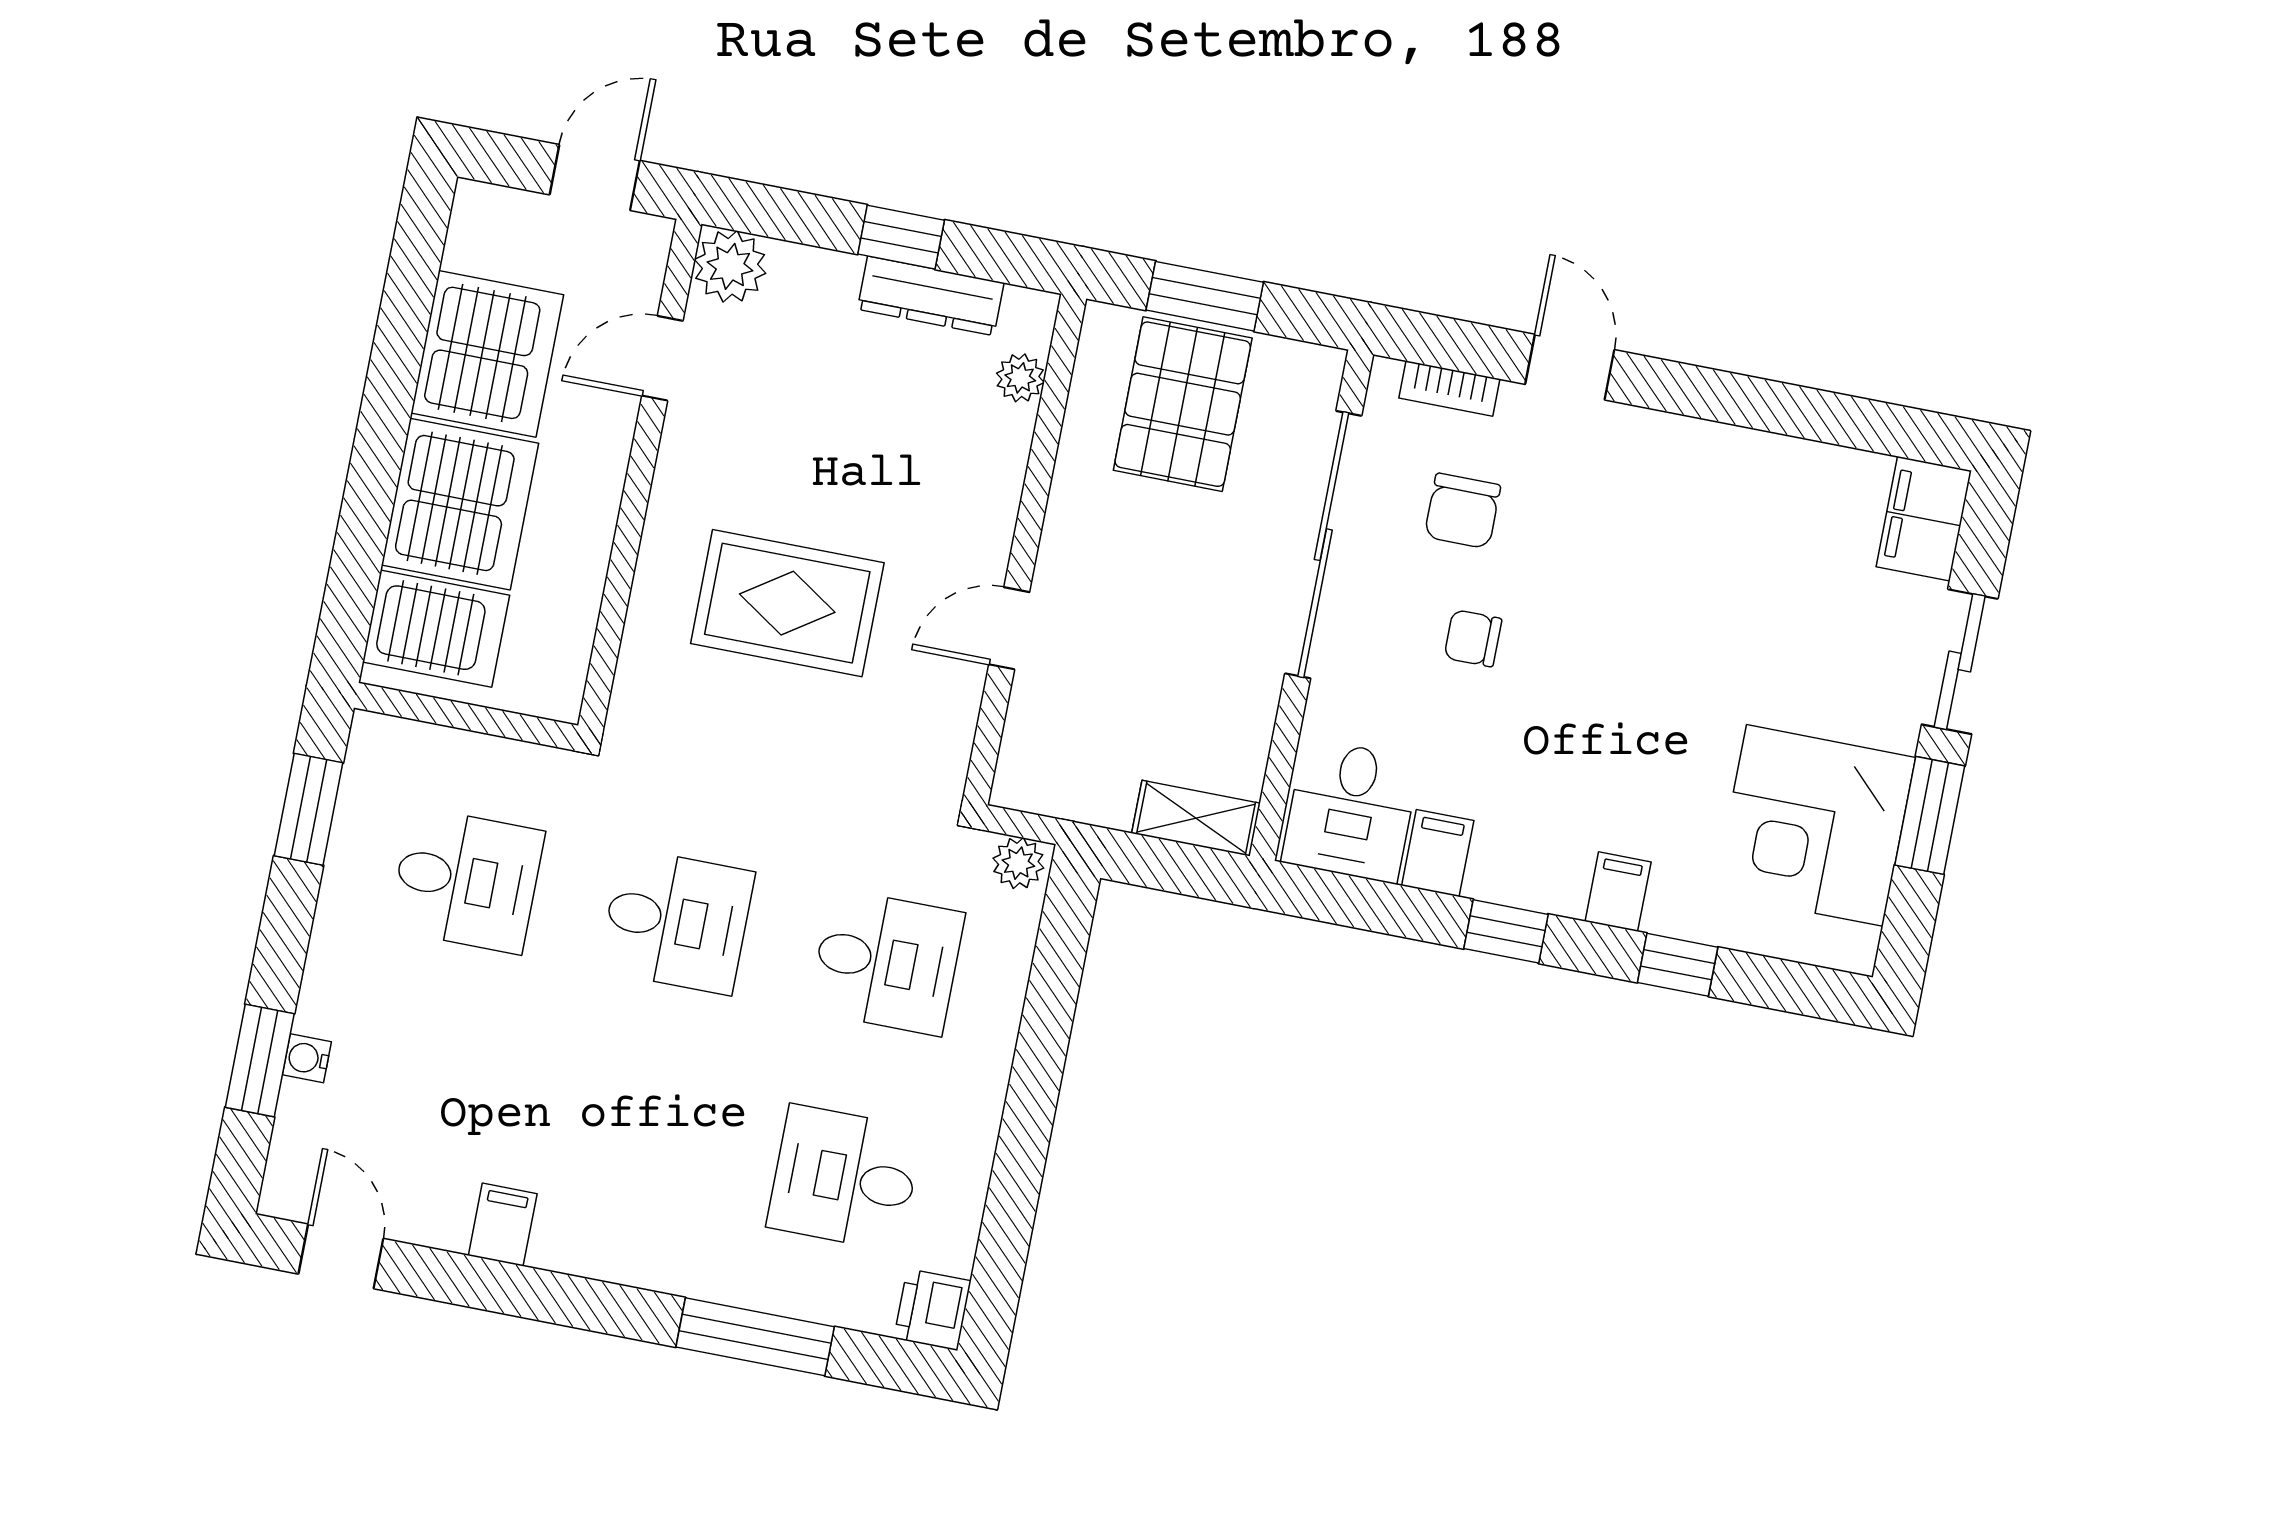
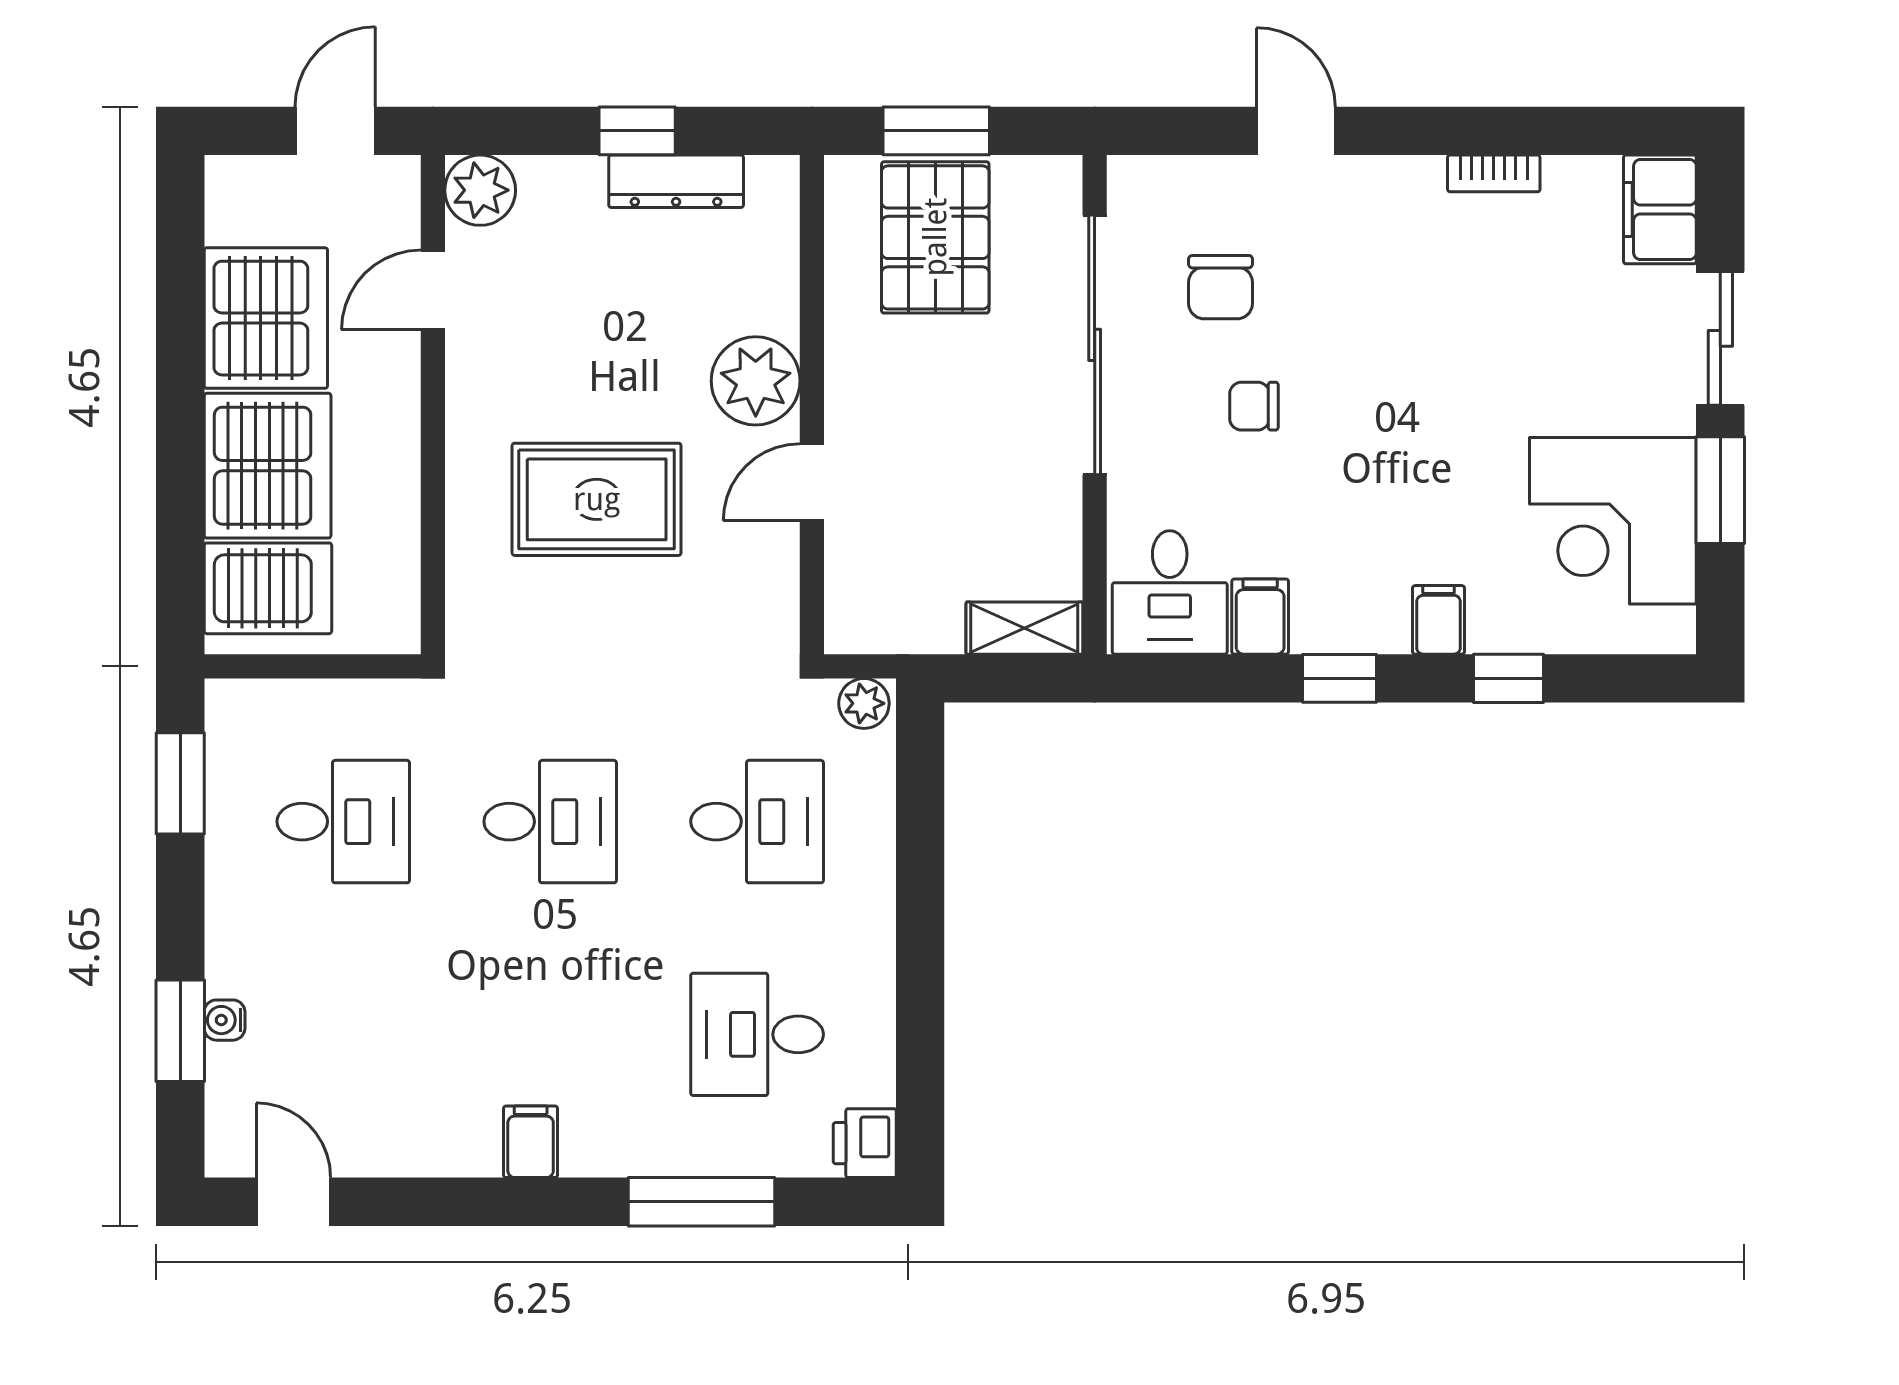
plant: (1020, 378) -> (756, 381), moved, width x1.88, depth x1.88
bookcase: (1449, 388) -> (1494, 173), moved
filing cabinet: (503, 1225) -> (531, 1142), moved

